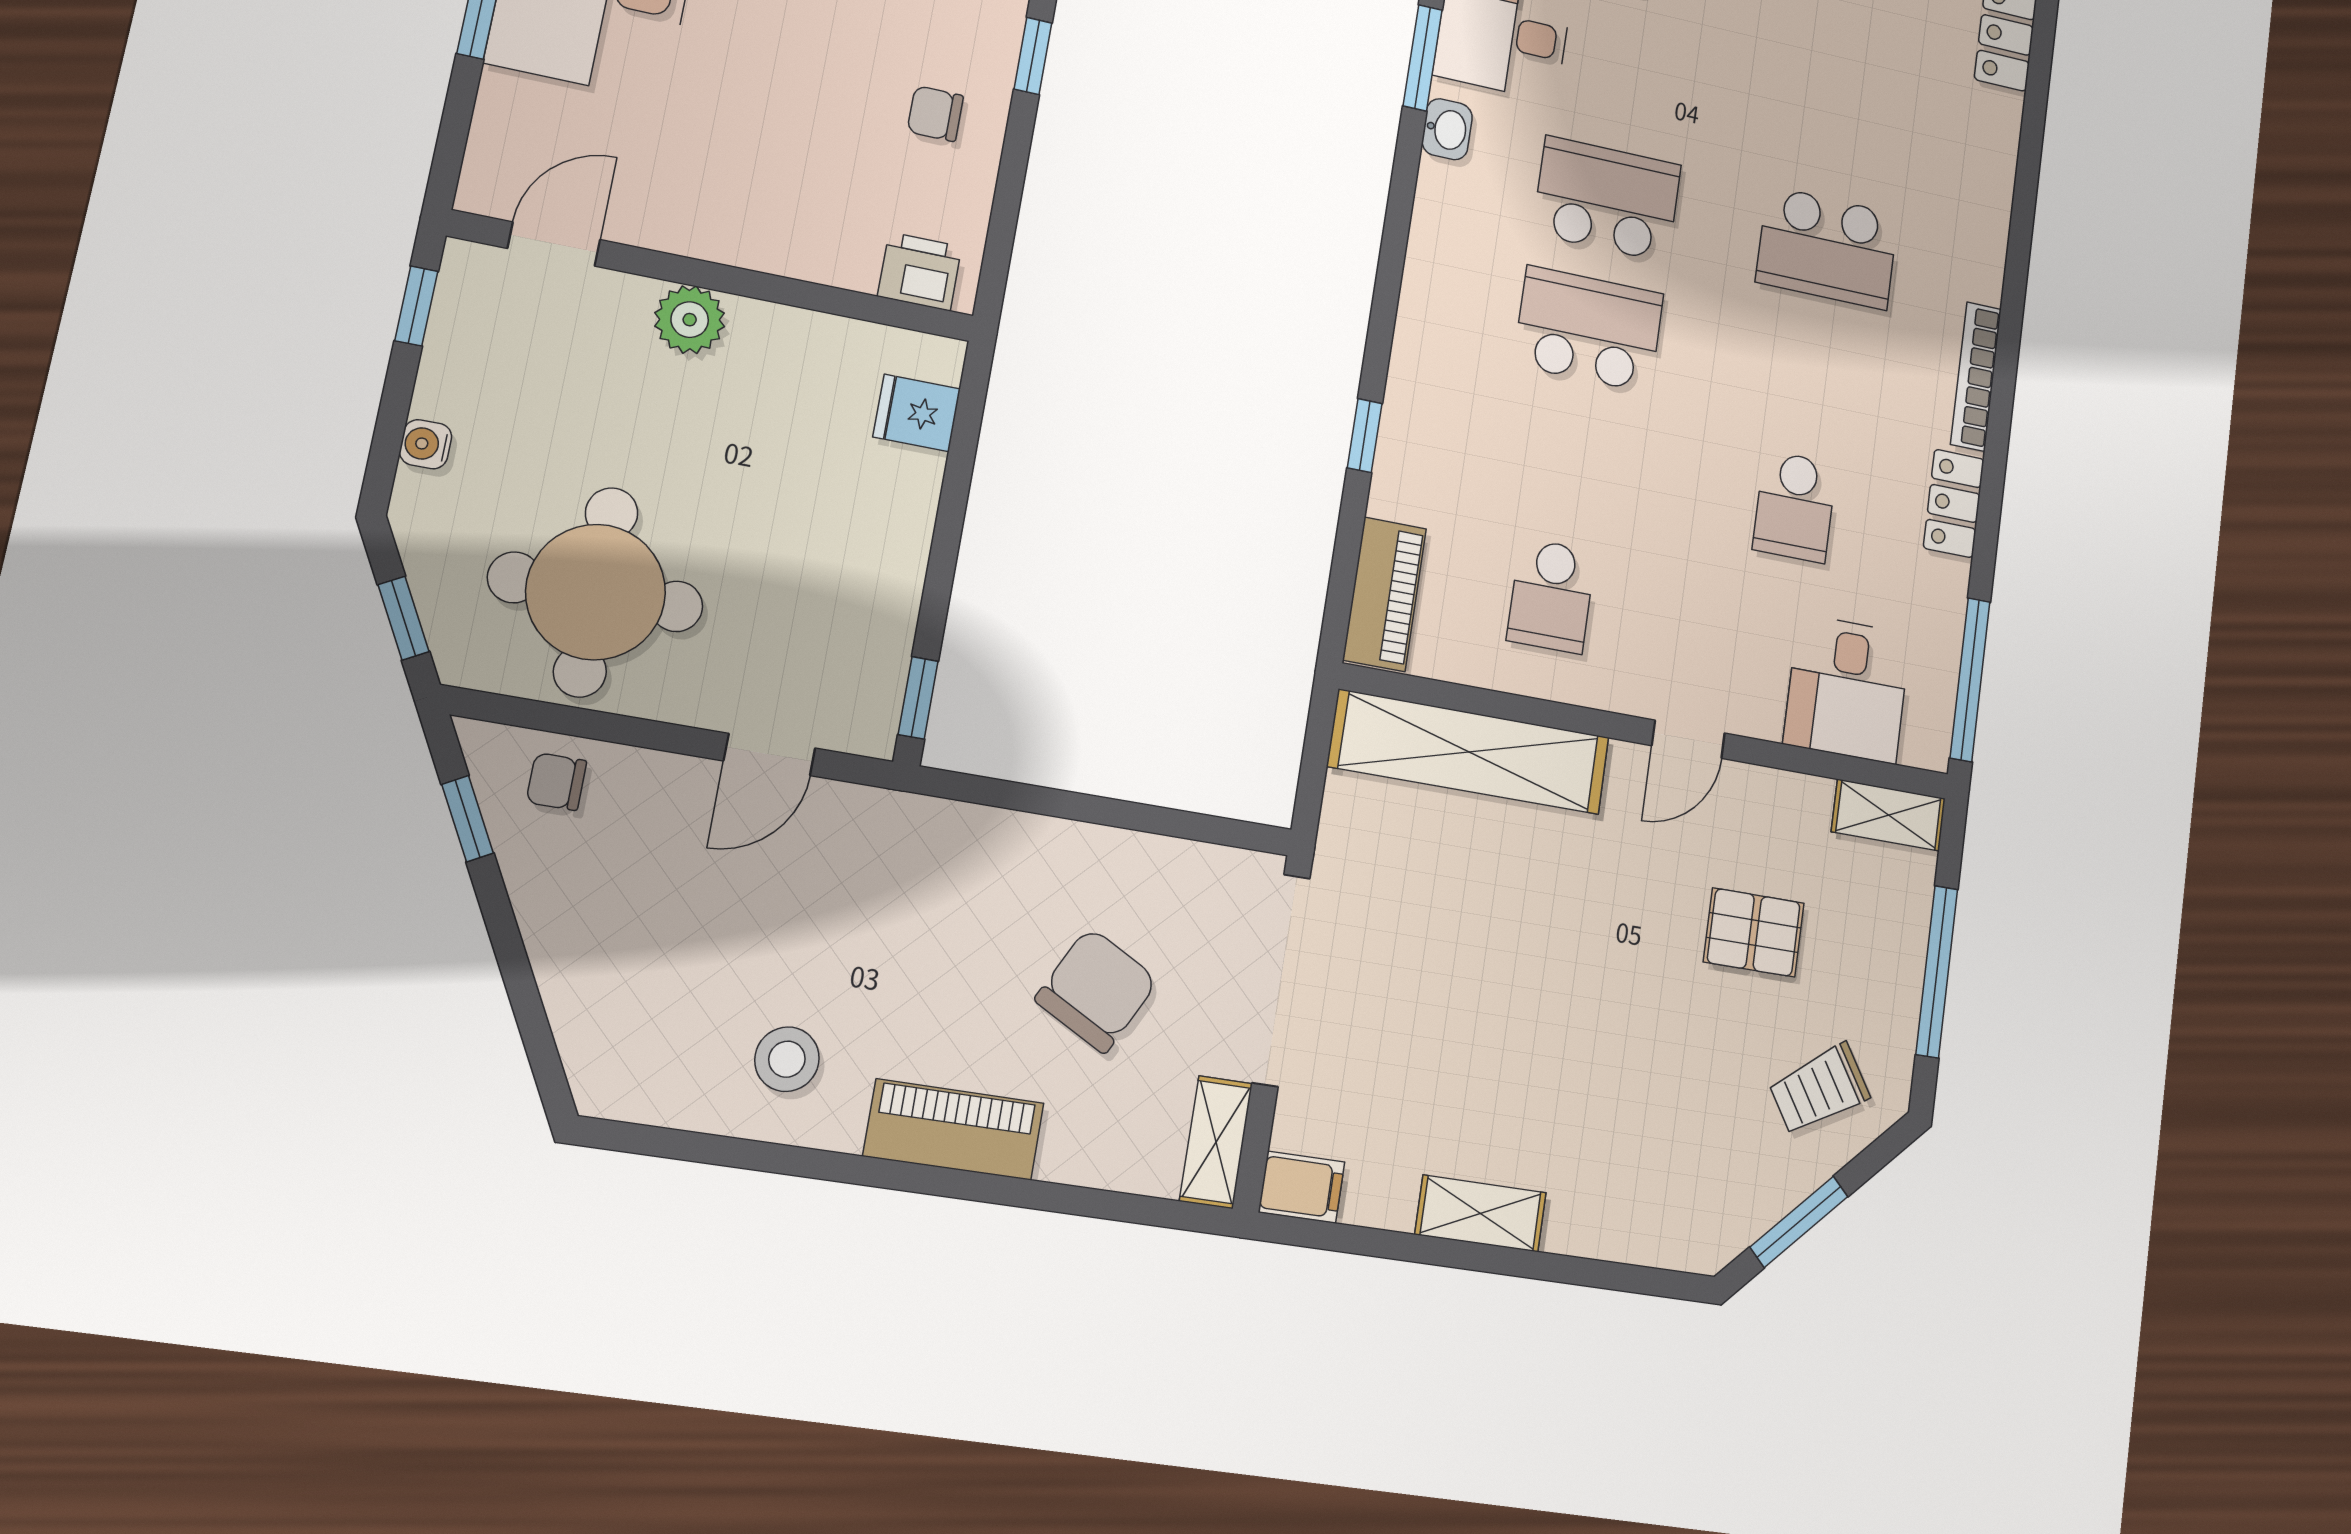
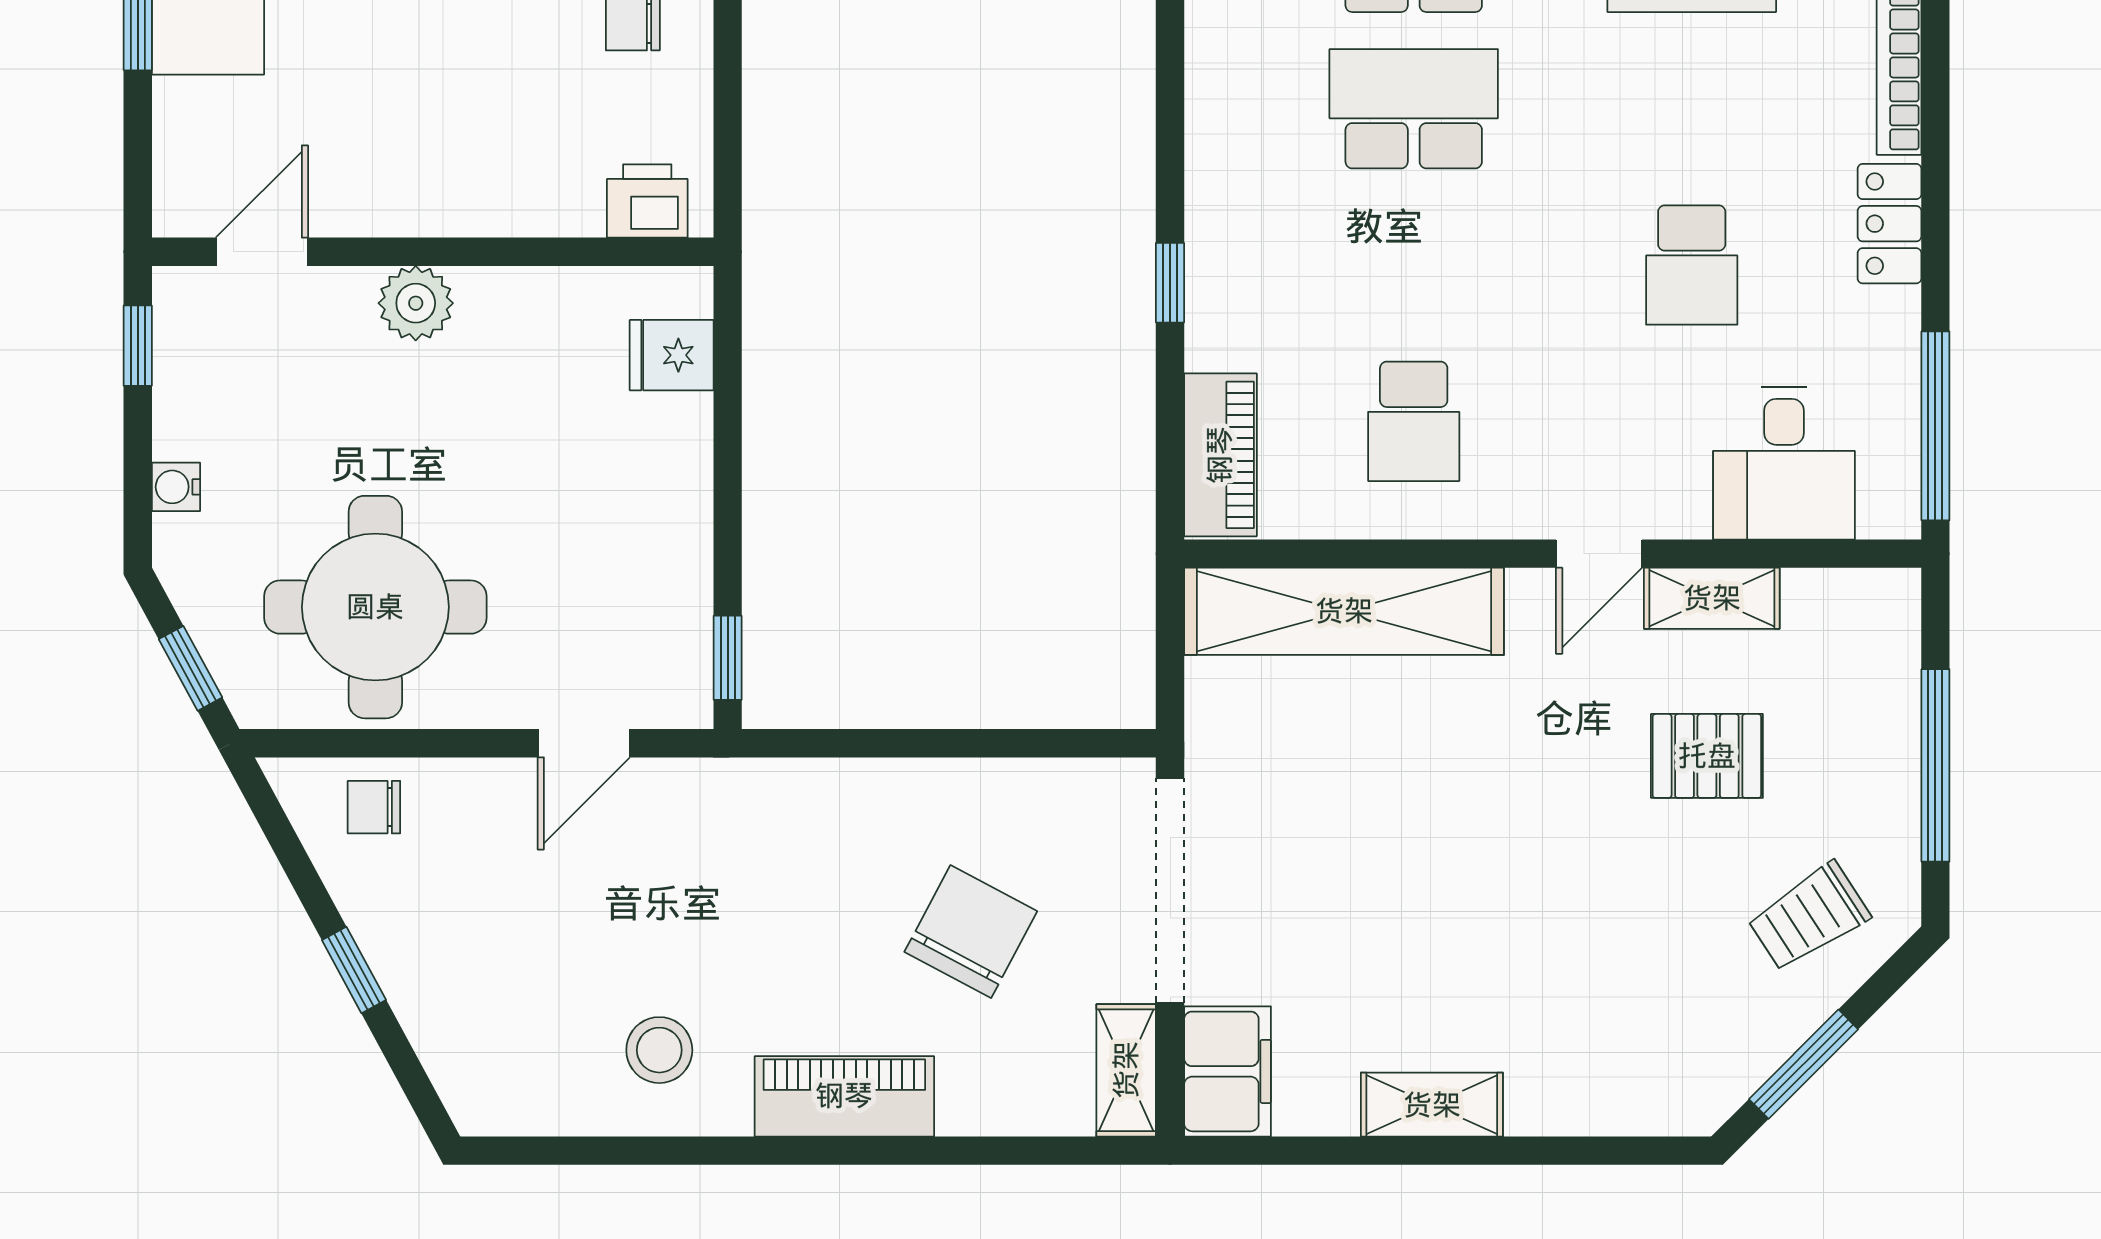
shelving: (1888, 815) -> (1712, 598), moved
window: (467, 819) -> (354, 970), moved
filing cabinet: (1302, 1187) -> (1227, 1071), width x2.00

